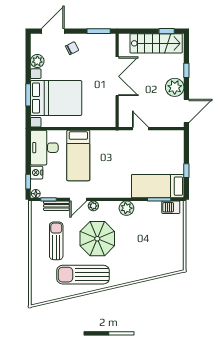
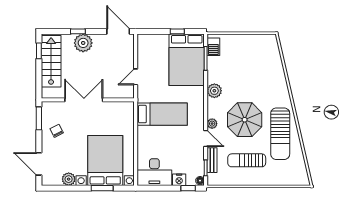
chair: (72, 48) -> (57, 131), moved
plant: (175, 87) -> (83, 43), moved
bed: (78, 155) -> (162, 114), moved
bed: (158, 186) -> (187, 60), width x1.50

